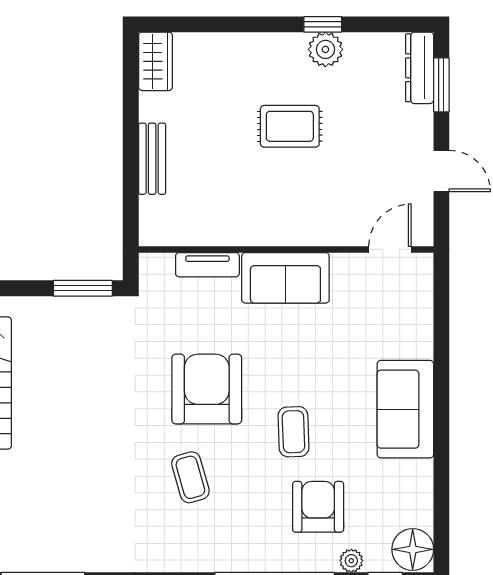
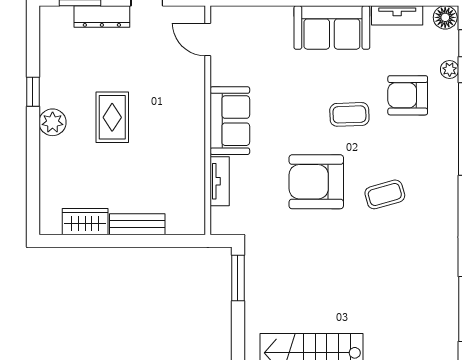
plant: (325, 49) -> (53, 122), moved
wardrobe: (155, 61) -> (85, 222), moved
dresser: (420, 68) -> (102, 16), moved
tv unit: (421, 493) -> (397, 15), added
floor lamp: (413, 549) -> (445, 17), width x0.73, depth x0.73

